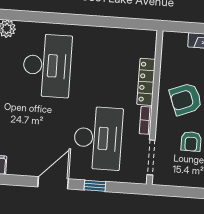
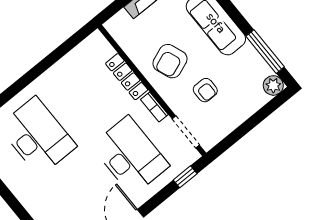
window: (95, 186) -> (185, 177), moved

